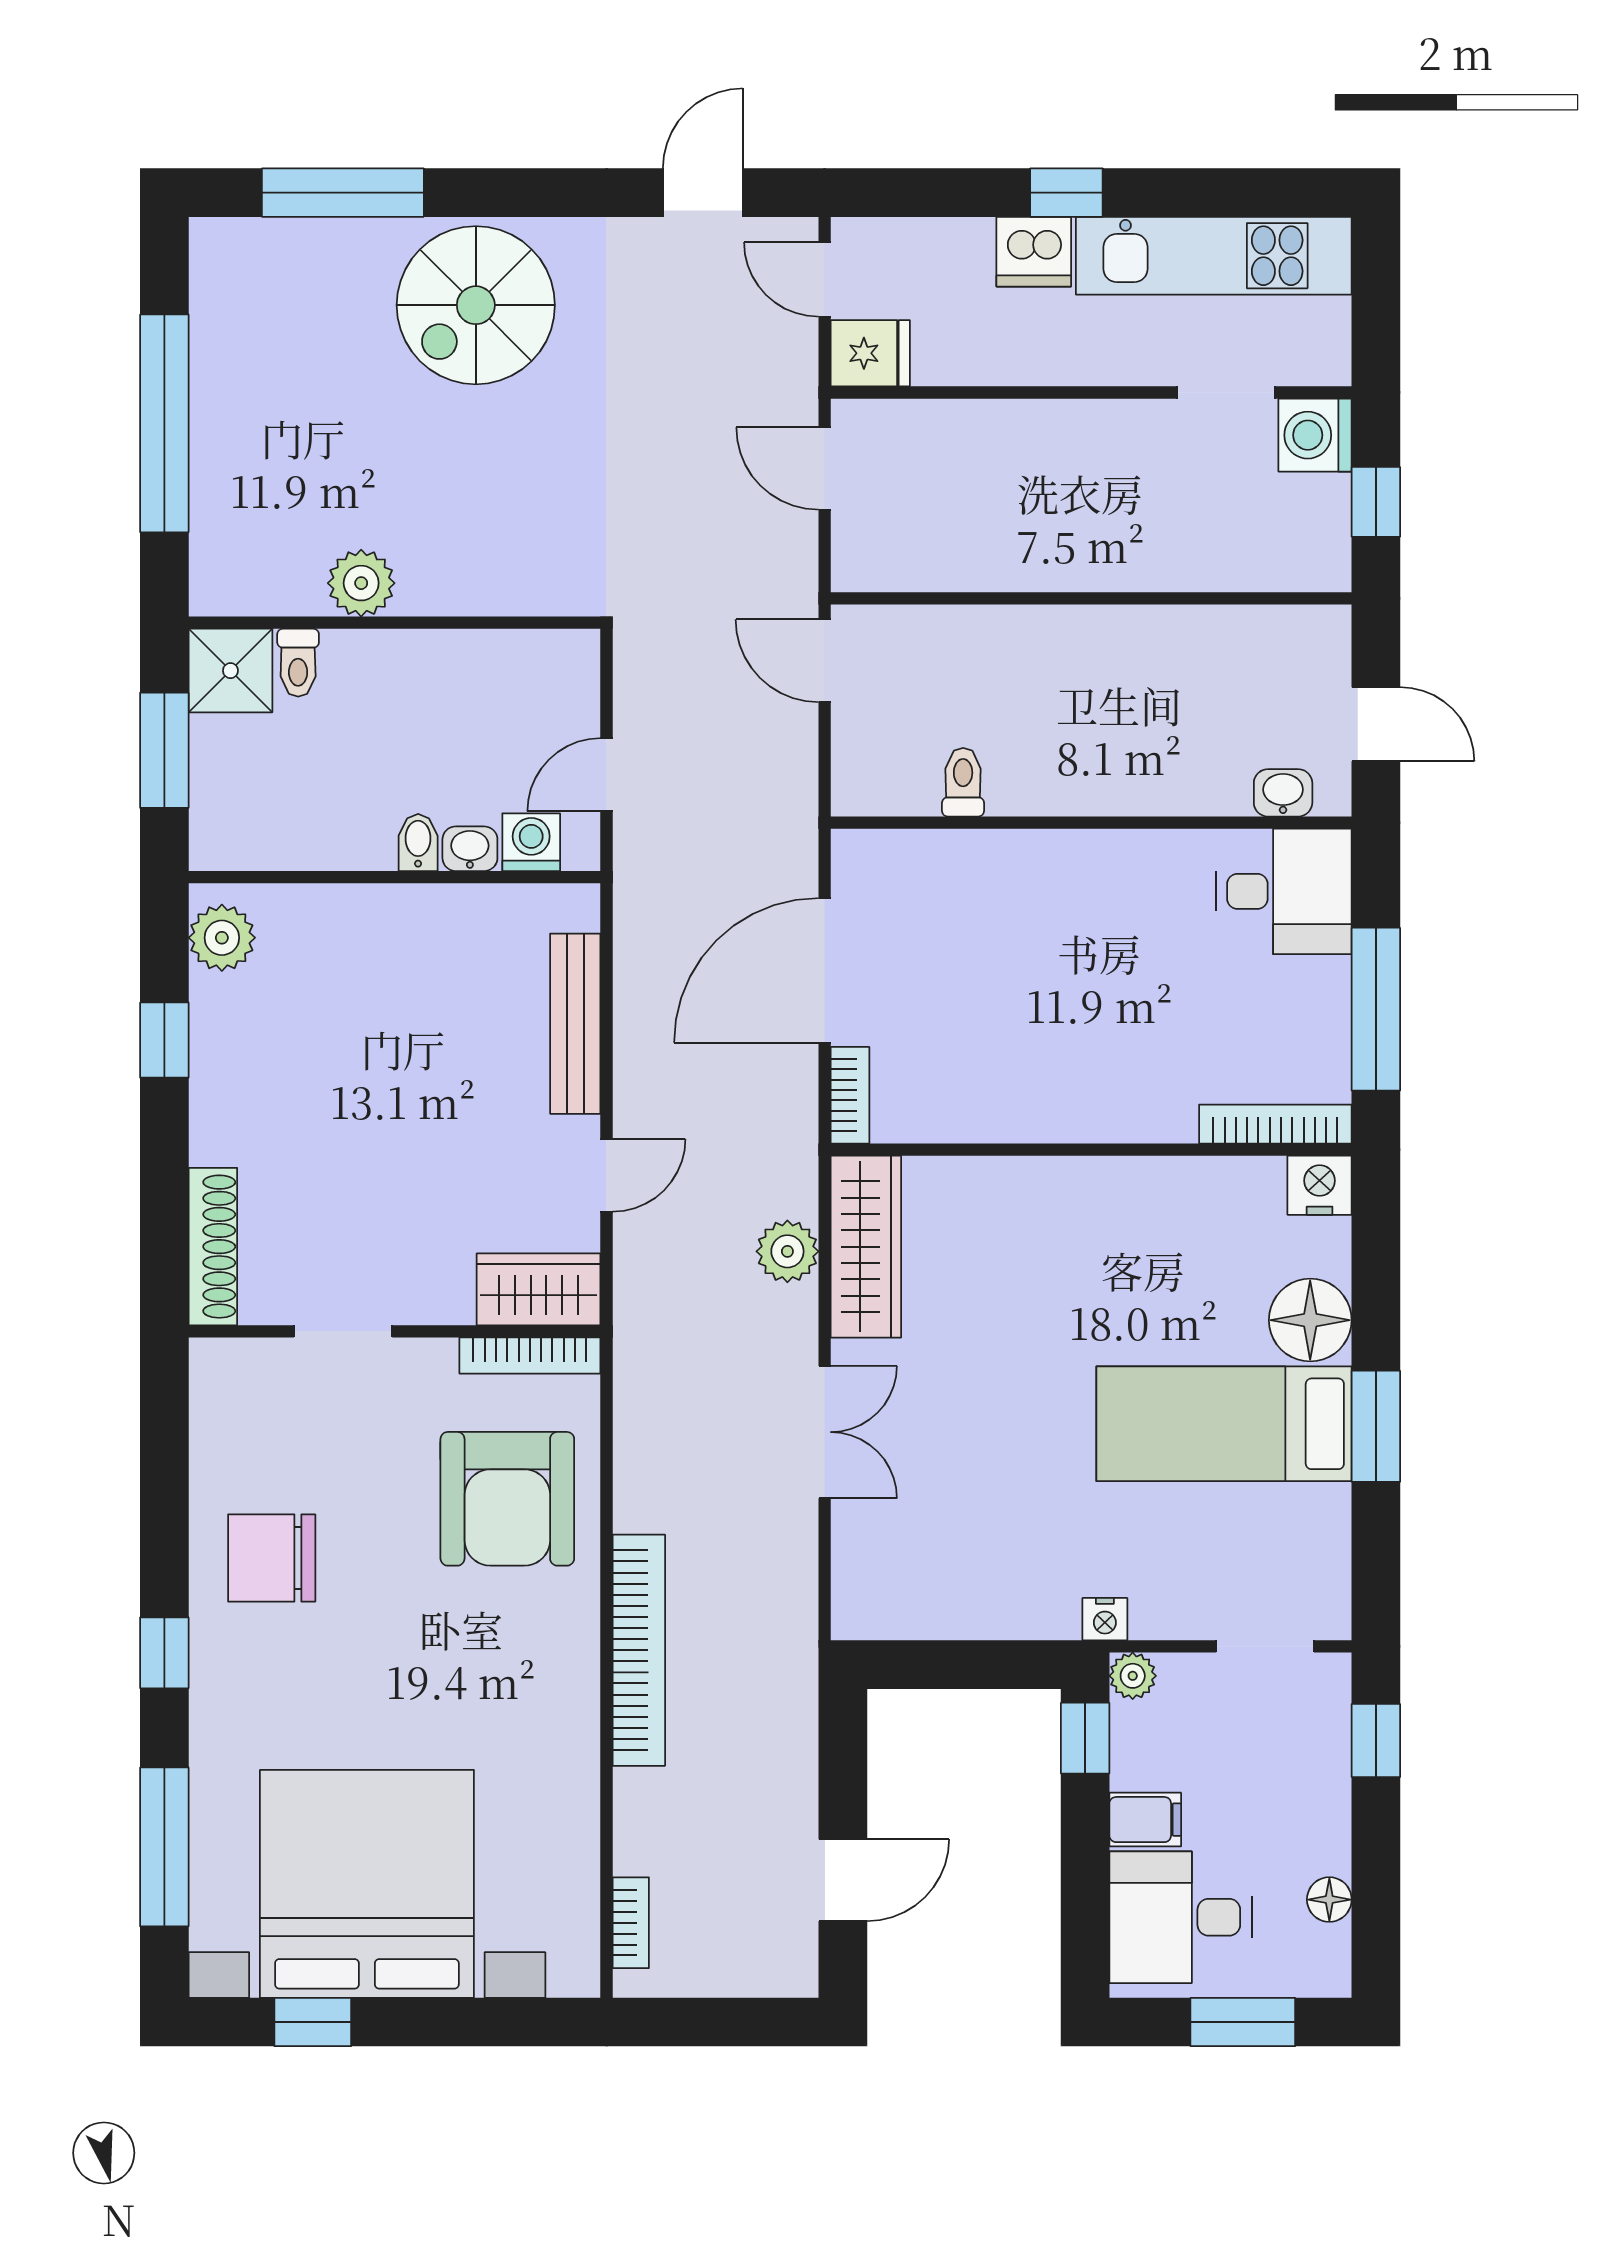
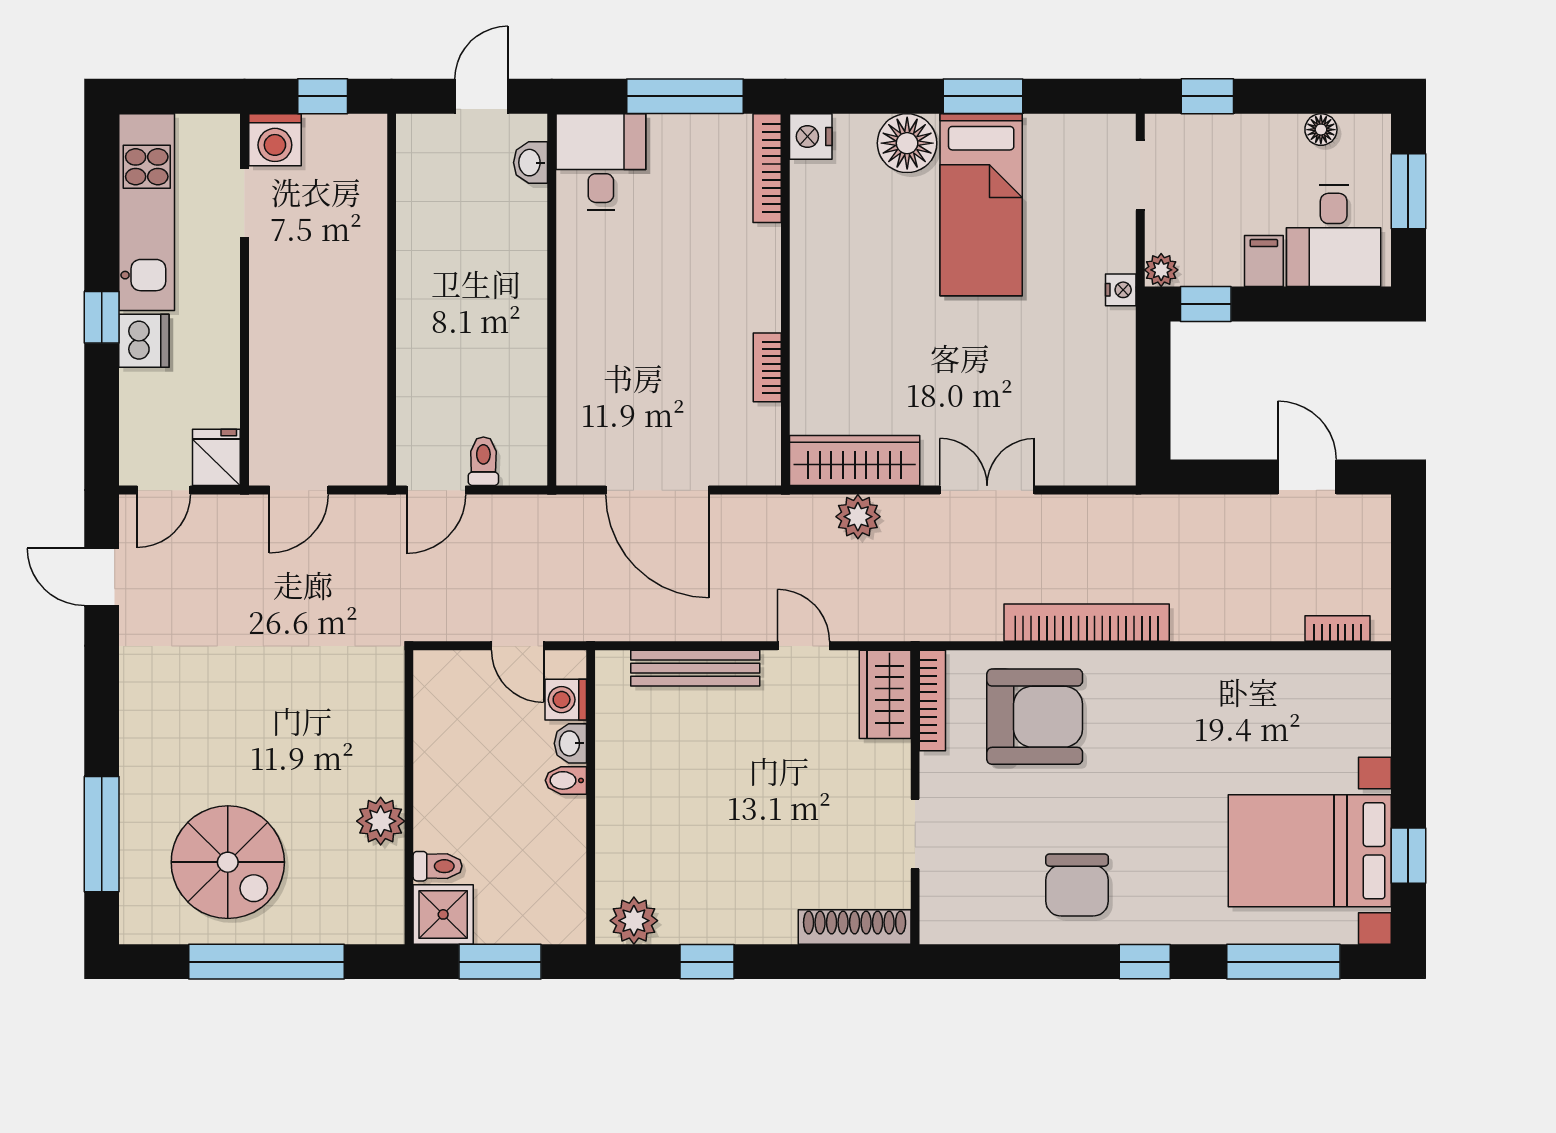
spiral stairs: (476, 305) -> (228, 862), moved
toilet: (963, 782) -> (483, 461), moved, turned 90
bookcase: (850, 1095) -> (767, 367), moved, turned -90
bookcase: (639, 1650) -> (1087, 623), moved
bed with nightstands: (367, 1884) -> (1310, 851), width x0.73

